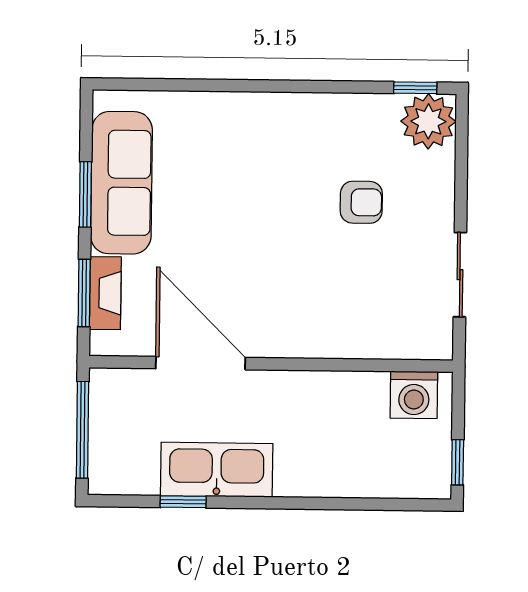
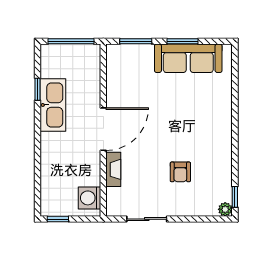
plant: (428, 121) -> (225, 209), width x0.53, depth x0.53
fireplace: (105, 293) -> (113, 169), moved, turned -90
door: (201, 363) -> (103, 129), moved

